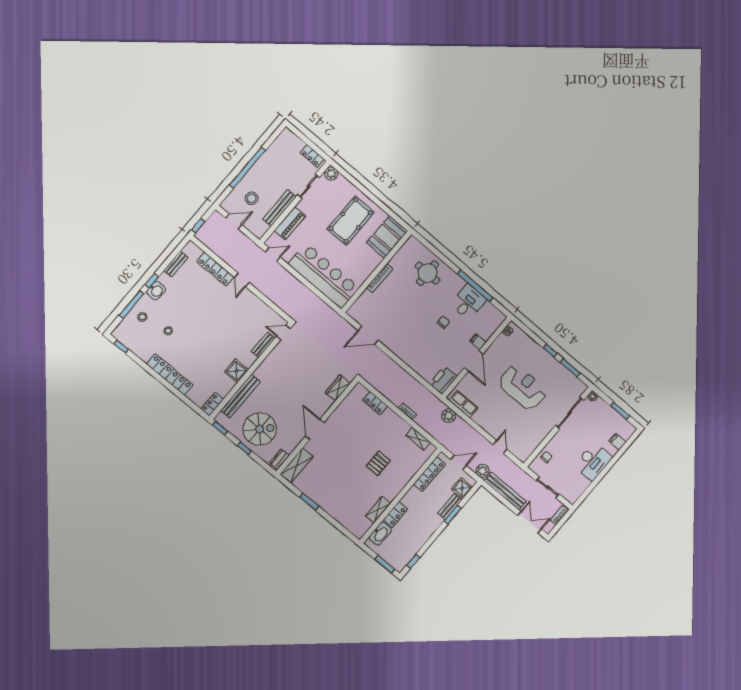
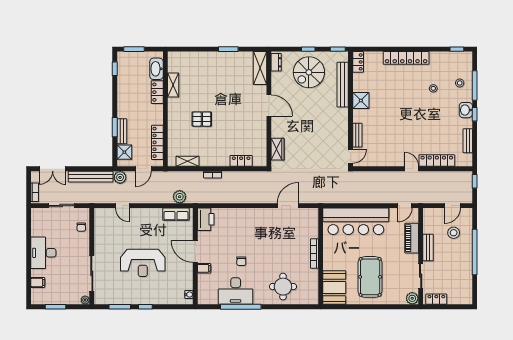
bench: (280, 208) -> (428, 248), width x0.73
desk: (468, 302) -> (236, 291), width x1.37
pallet: (378, 463) -> (202, 119), turned 90

